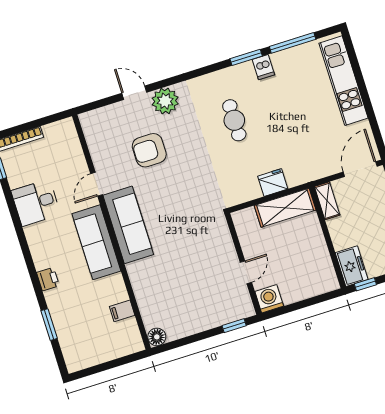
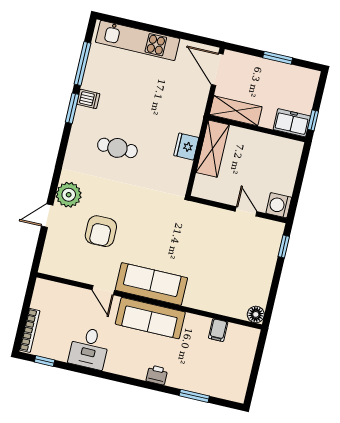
shelving: (327, 201) -> (236, 111), width x1.50, depth x1.33

